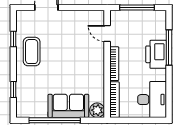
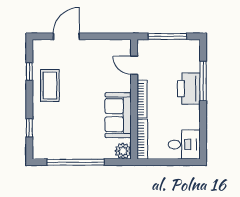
desk: (152, 100) -> (184, 145), width x0.73
sofa: (68, 106) -> (118, 115), moved, turned -90

